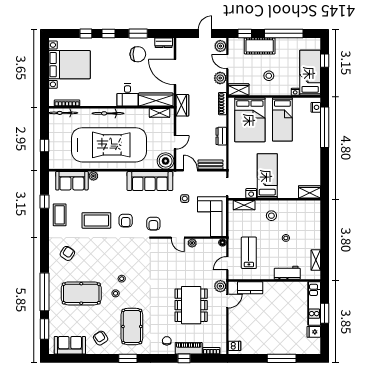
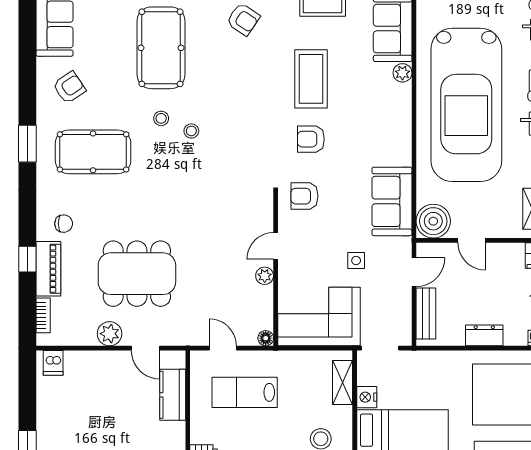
sofa: (150, 181) -> (392, 201), width x0.73
lab bench: (249, 253) -> (245, 392), turned 180
plant: (220, 286) -> (110, 334), moved

